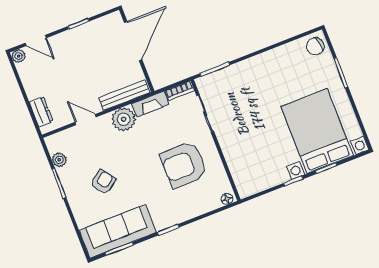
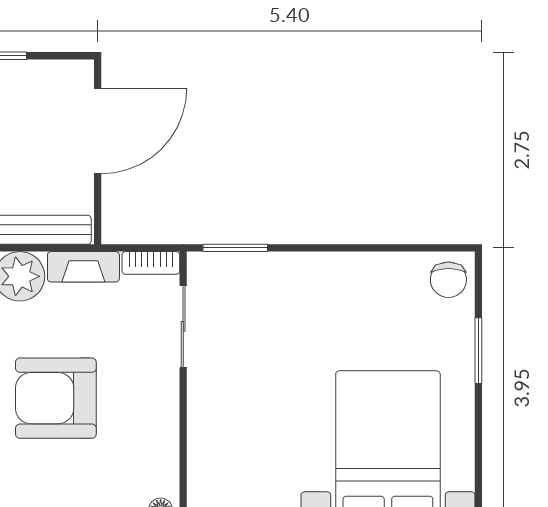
chair: (315, 46) -> (448, 280), turned -78
armchair: (184, 165) -> (56, 398), moved

